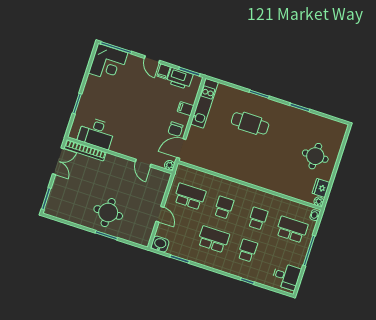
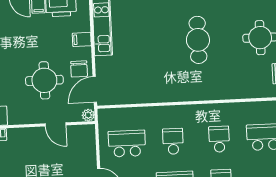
cafe table: (250, 123) -> (198, 40), moved, turned 90
round table: (147, 128) -> (44, 80), added

